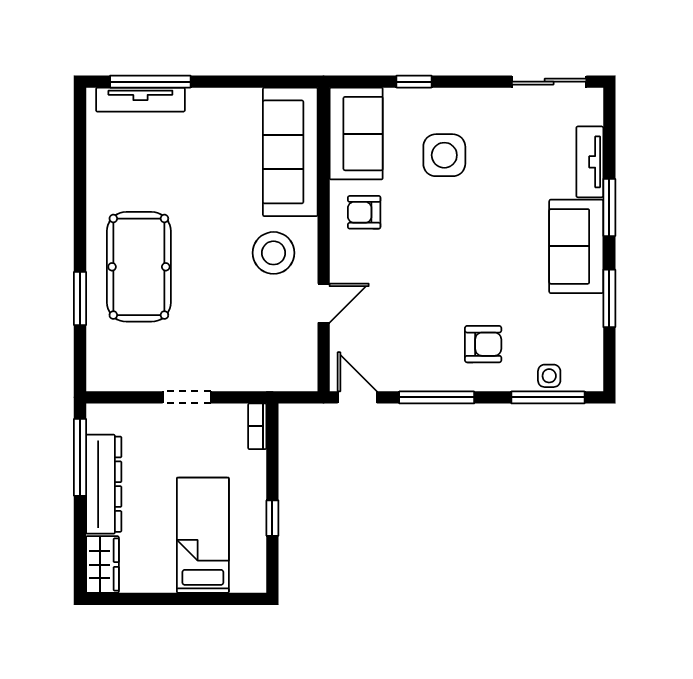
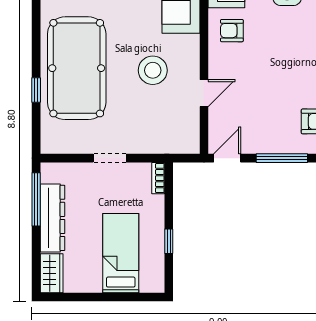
stool: (274, 253) -> (153, 70), moved
pool table: (139, 267) -> (77, 68), width x1.36, depth x1.32
window: (80, 299) -> (36, 90), width x0.67
door: (357, 397) -> (227, 158), hinge flipped

